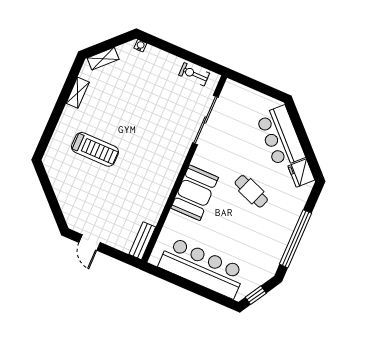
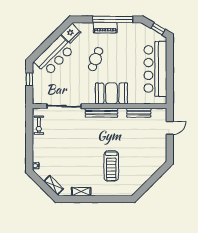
window: (263, 88) -> (29, 79), added
treadmill: (95, 149) -> (111, 166), turned 180
bench: (174, 167) -> (101, 113), added
piano: (289, 223) -> (105, 28), added
bench: (142, 241) -> (139, 113), moved
door: (89, 242) -> (170, 128), moved

